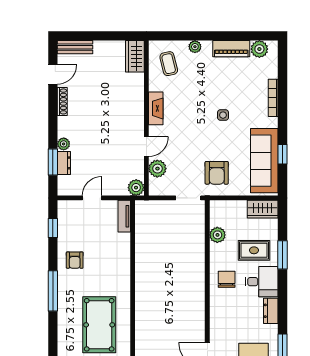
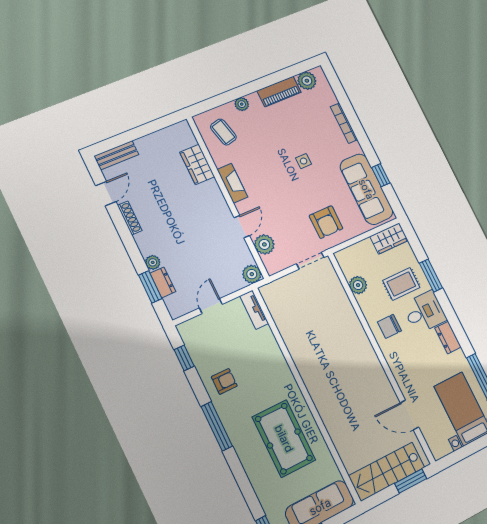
wardrobe: (135, 56) -> (197, 164), moved
armchair: (75, 260) -> (224, 381), turned -90
chair: (227, 279) -> (389, 326), turned -90

